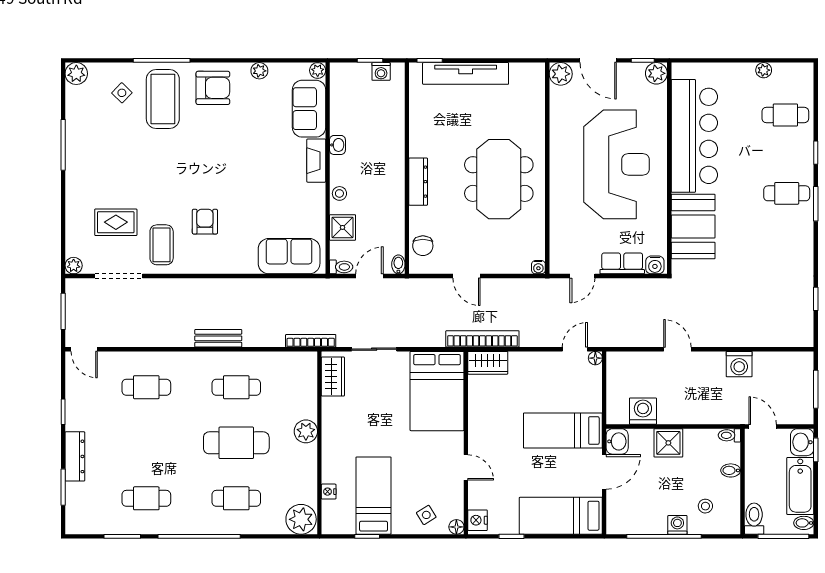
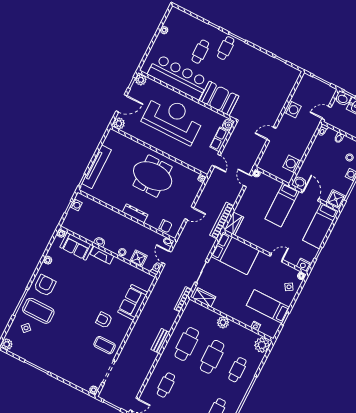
cafe table: (785, 115) -> (200, 52), moved
rug: (116, 222) -> (84, 361), removed
sofa: (289, 256) -> (133, 302), moved
cafe table: (236, 387) -> (187, 344), width x1.37, depth x1.35
shower: (668, 443) -> (336, 199), moved

